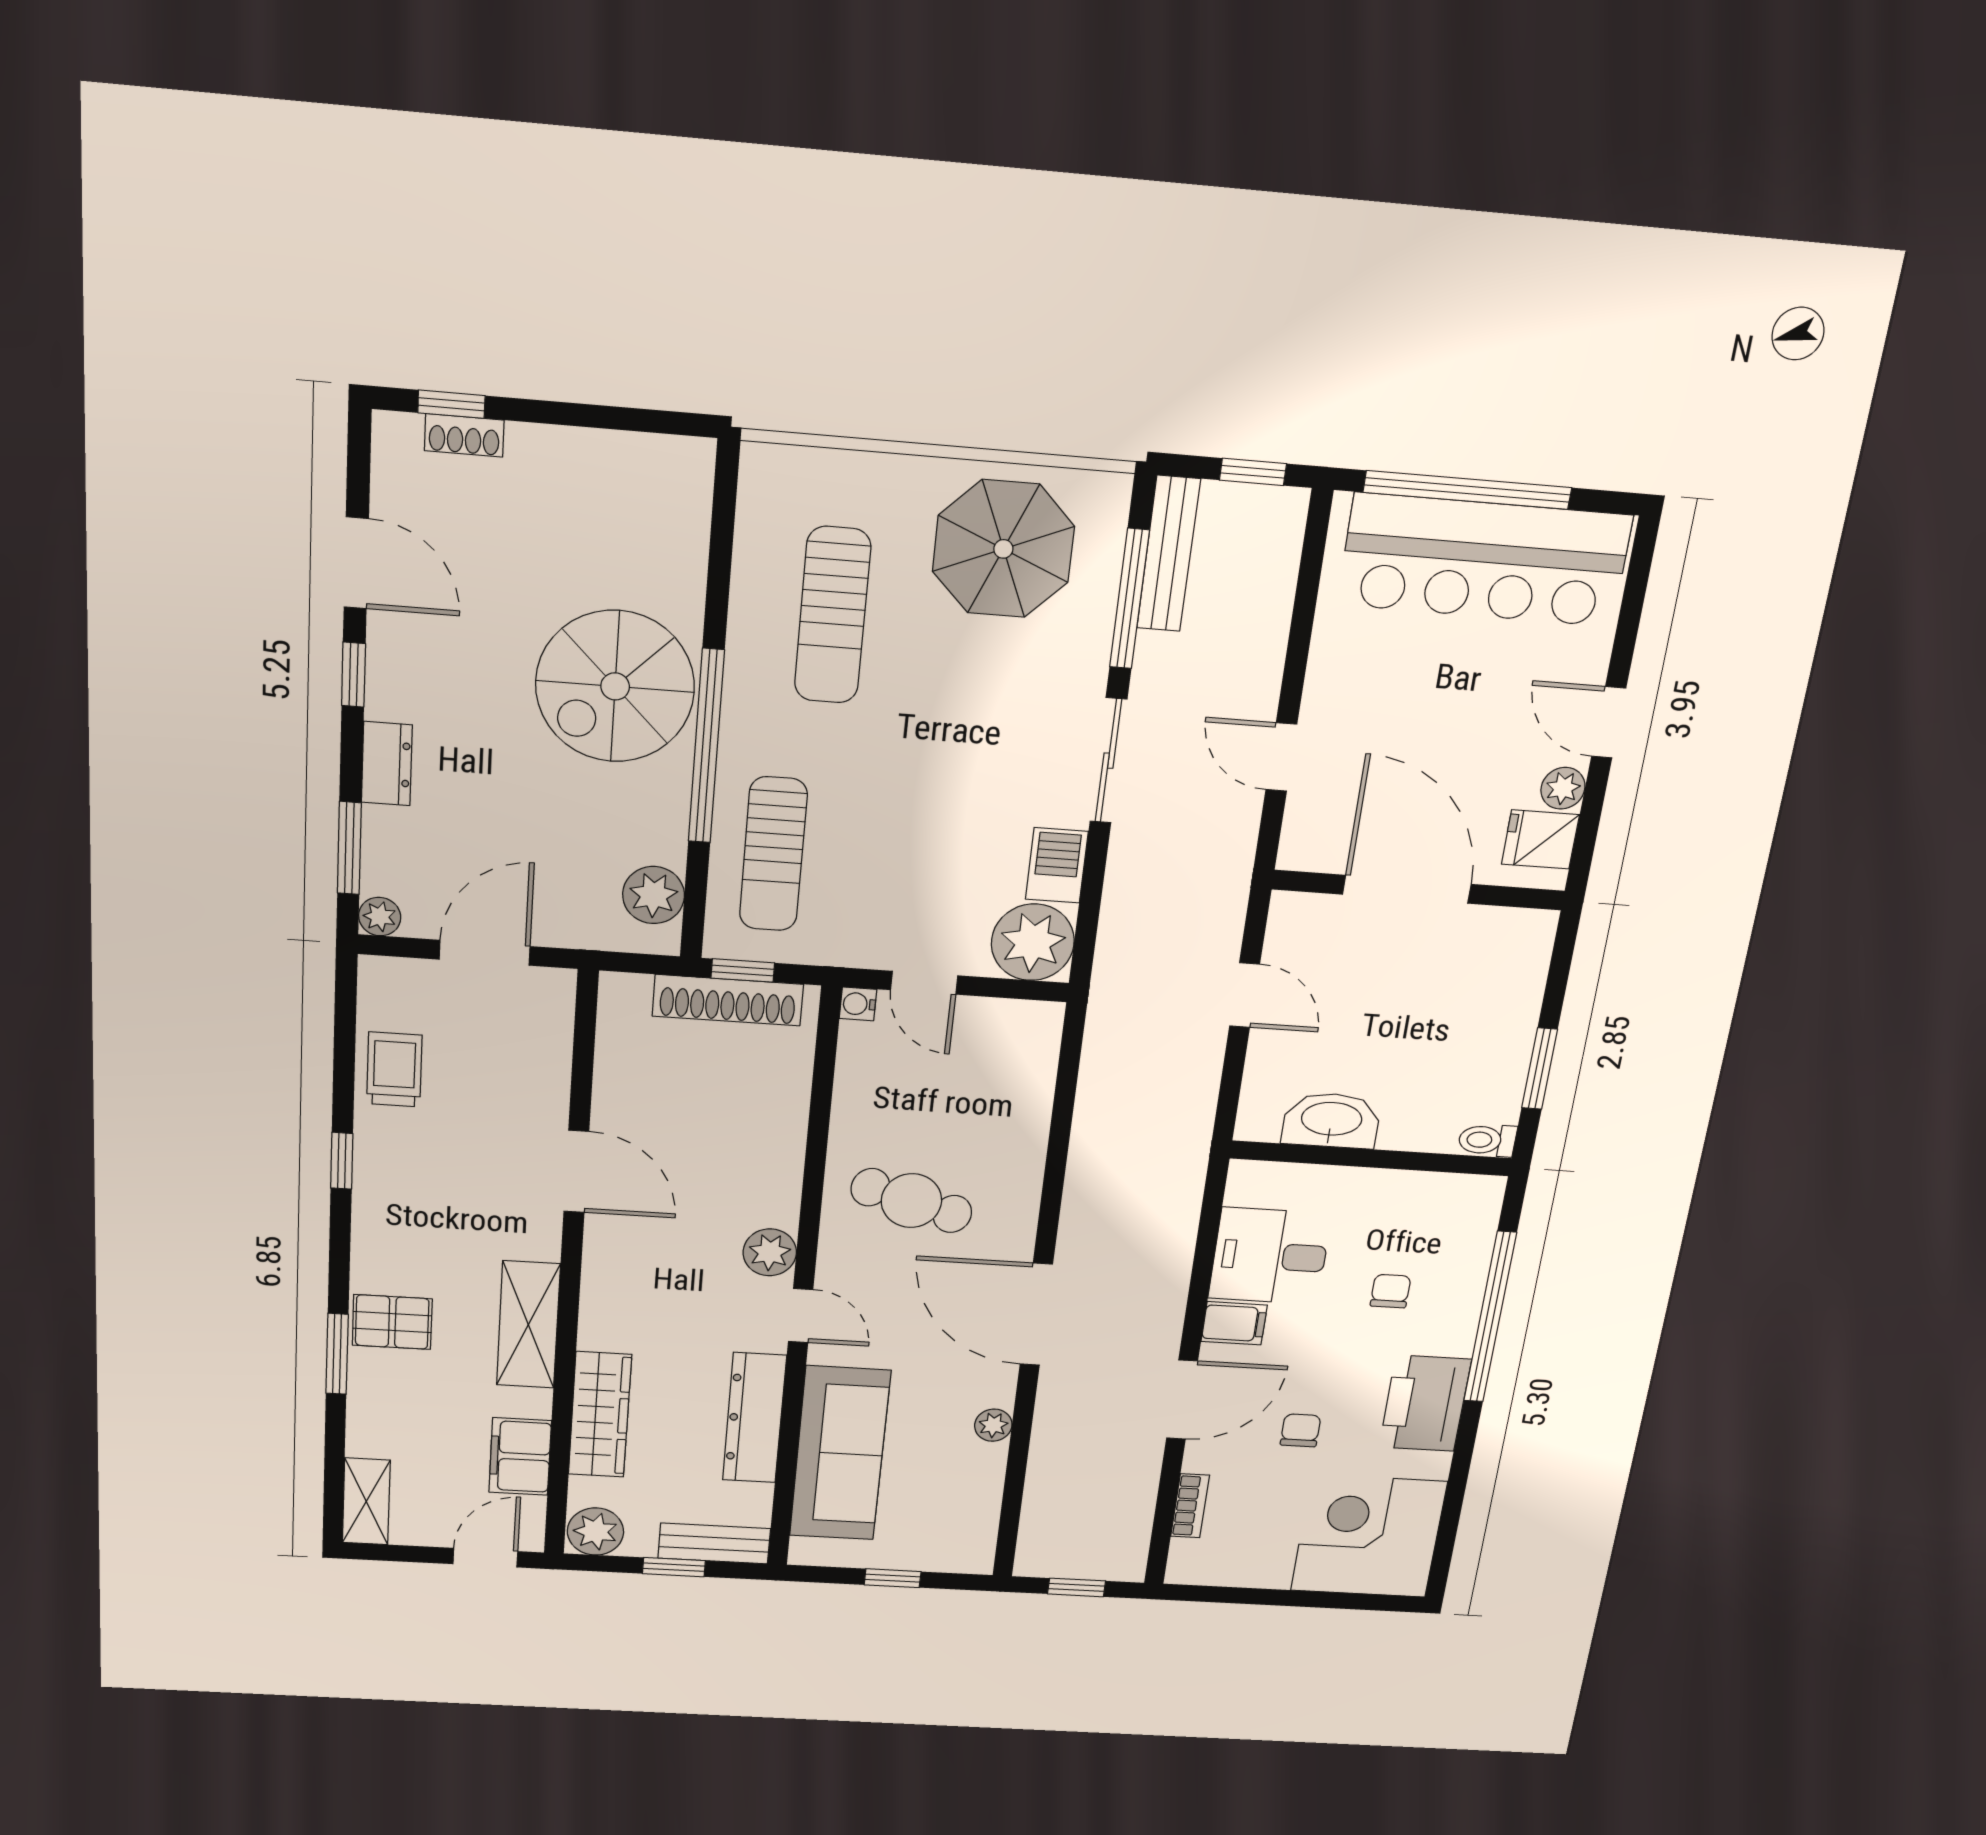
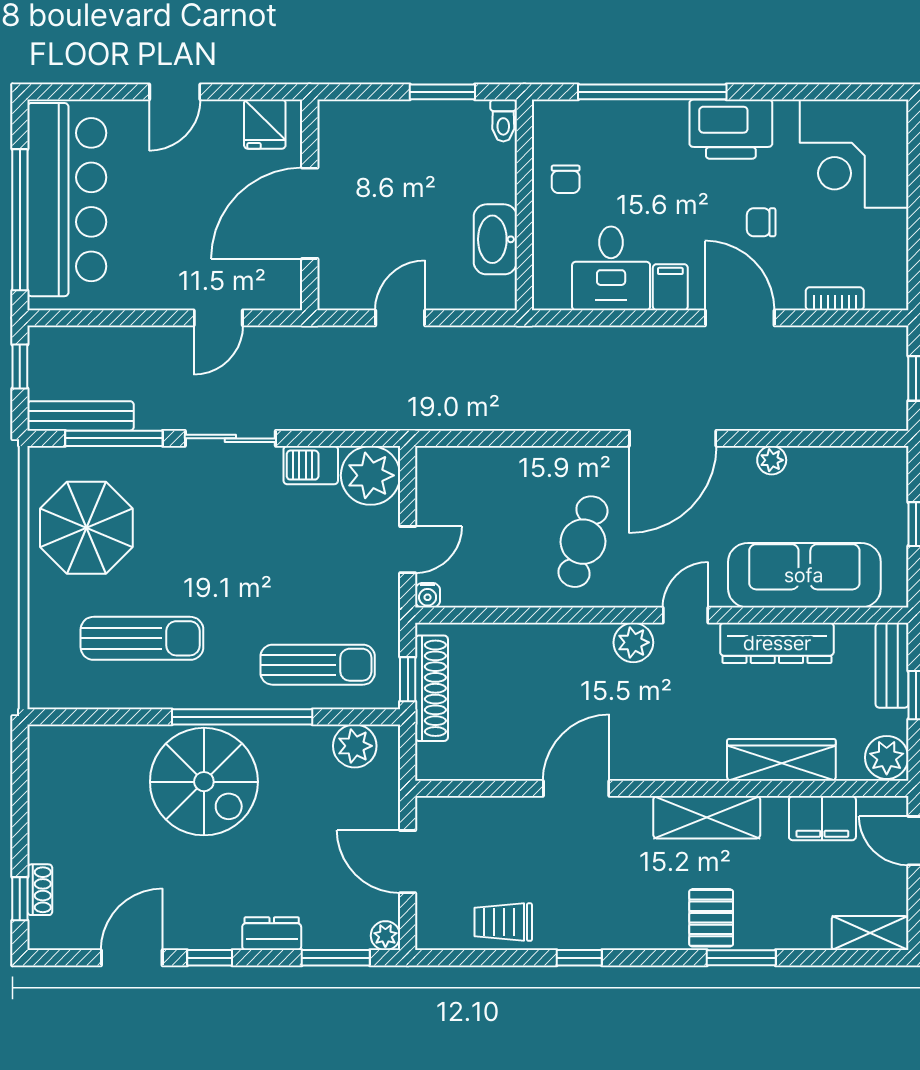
plant: (1563, 788) -> (225, 115), removed
chair: (1391, 1291) -> (566, 179), moved, turned -90

